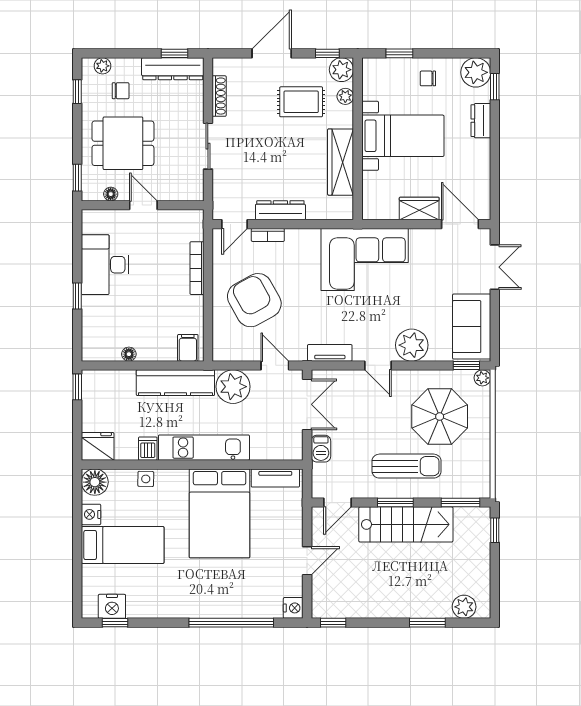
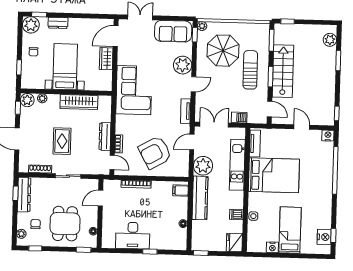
rug: (301, 102) -> (62, 141), moved
door: (143, 205) -> (100, 198), moved
kitchen unit: (204, 448) -> (237, 165), moved
floor lamp: (95, 482) -> (254, 245), removed

